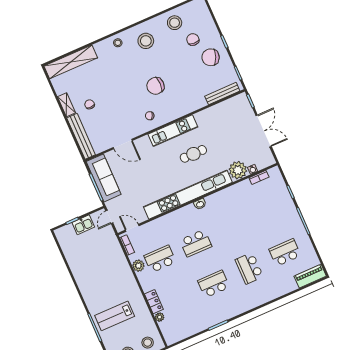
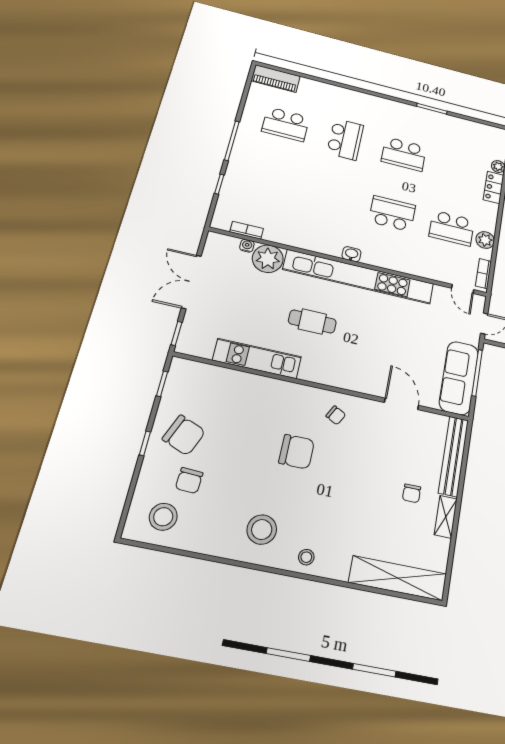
stool: (175, 23) -> (163, 517), moved
bench: (222, 94) -> (208, 372), removed
kitchen unit: (173, 131) -> (257, 358), moved

